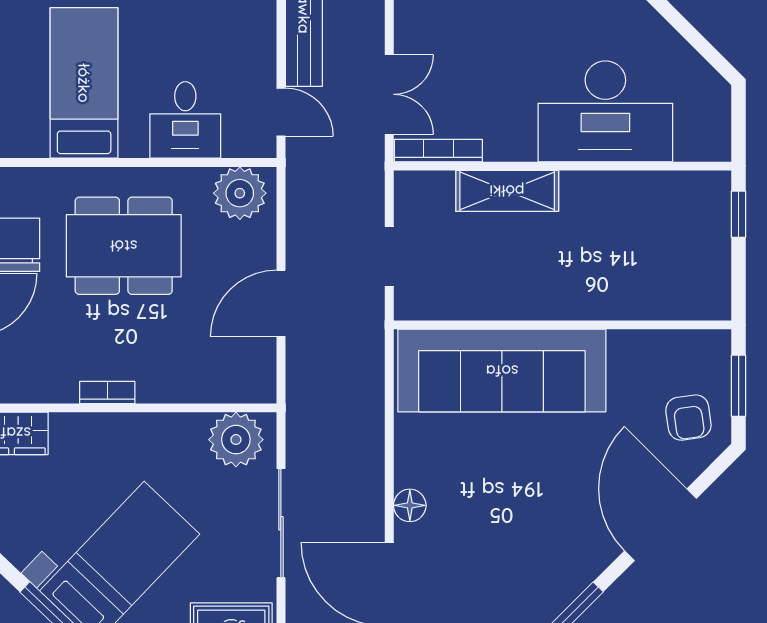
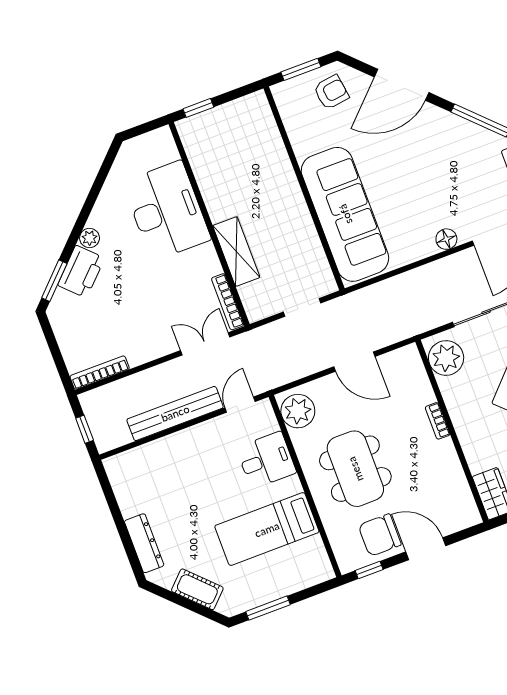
bookcase: (107, 392) -> (438, 421), moved

